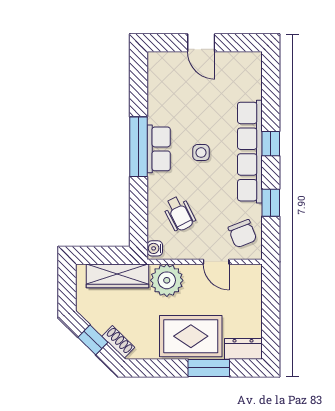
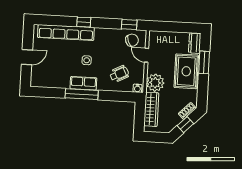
row of seats: (250, 152) -> (66, 33), moved
window: (271, 203) -> (129, 25), moved
door: (216, 262) -> (147, 55), swing flipped

